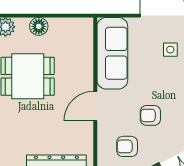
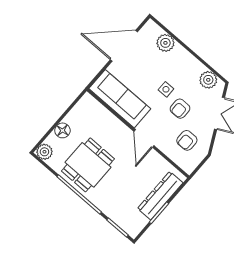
side table: (170, 50) -> (166, 89), moved

